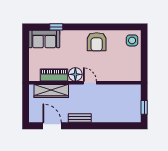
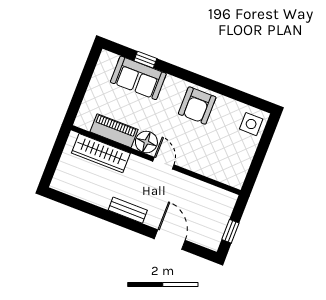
sofa: (44, 39) -> (138, 78), moved
door: (52, 126) -> (170, 240), moved

